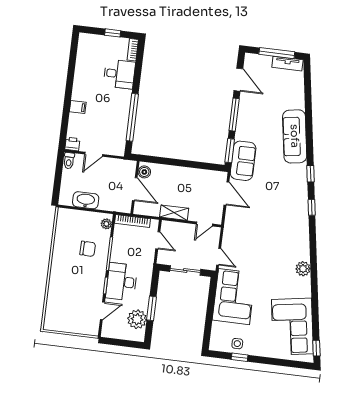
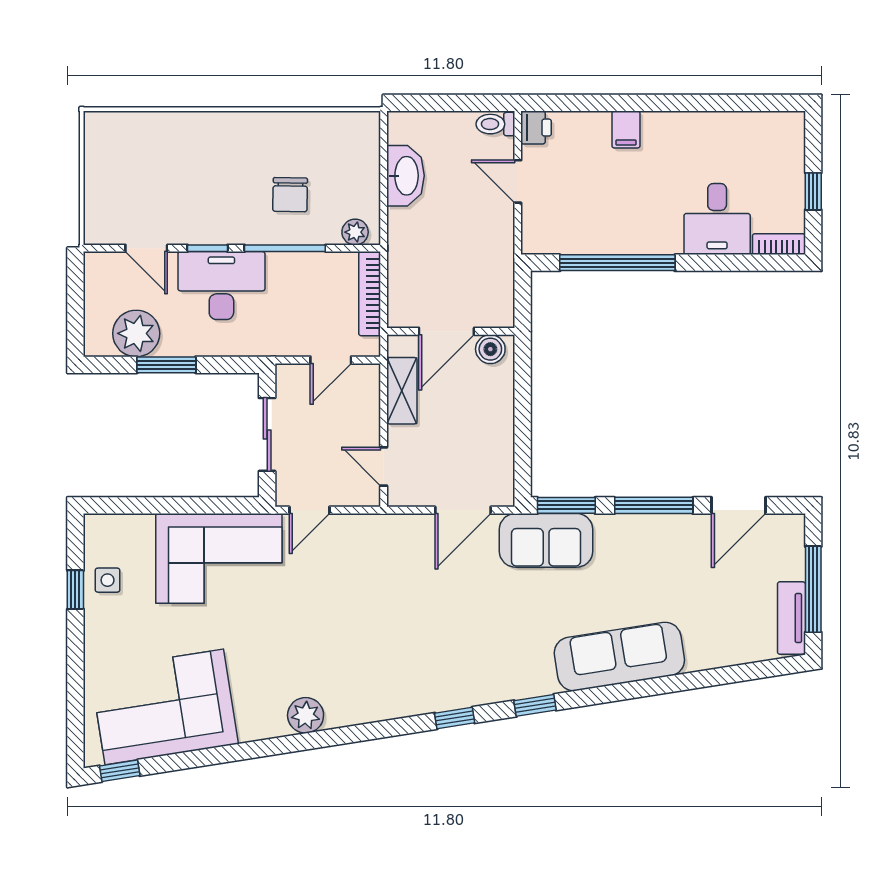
boiler: (144, 172) -> (490, 349), moved
wall: (135, 187) -> (451, 331), moved
door: (135, 189) -> (446, 331), moved

